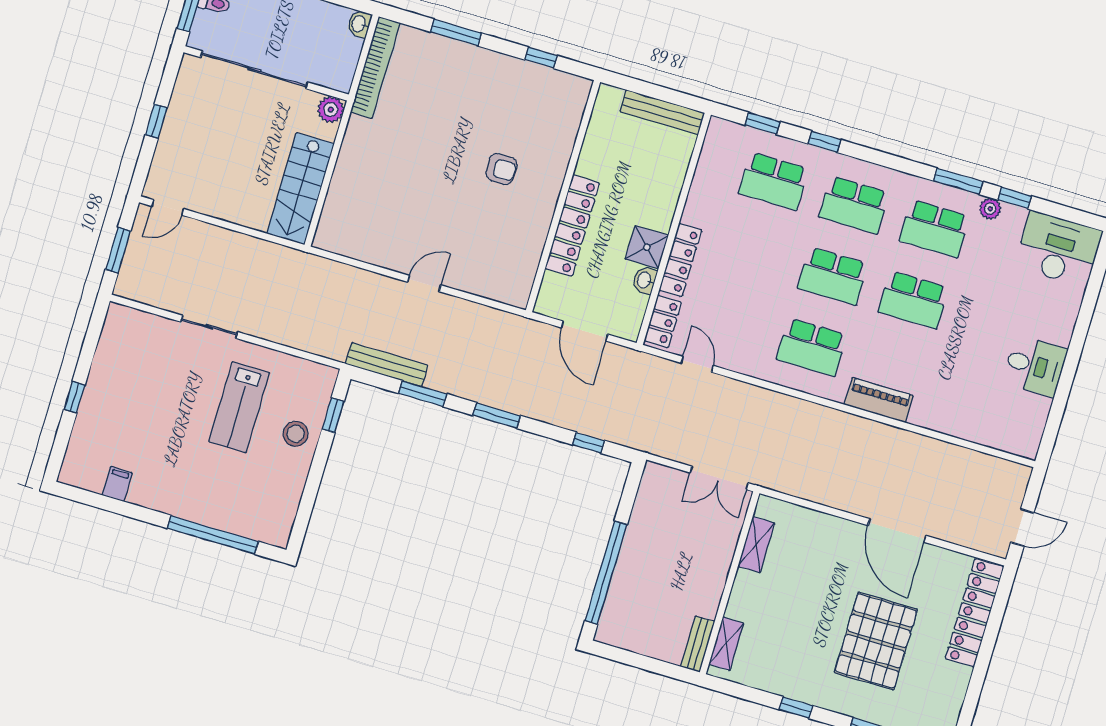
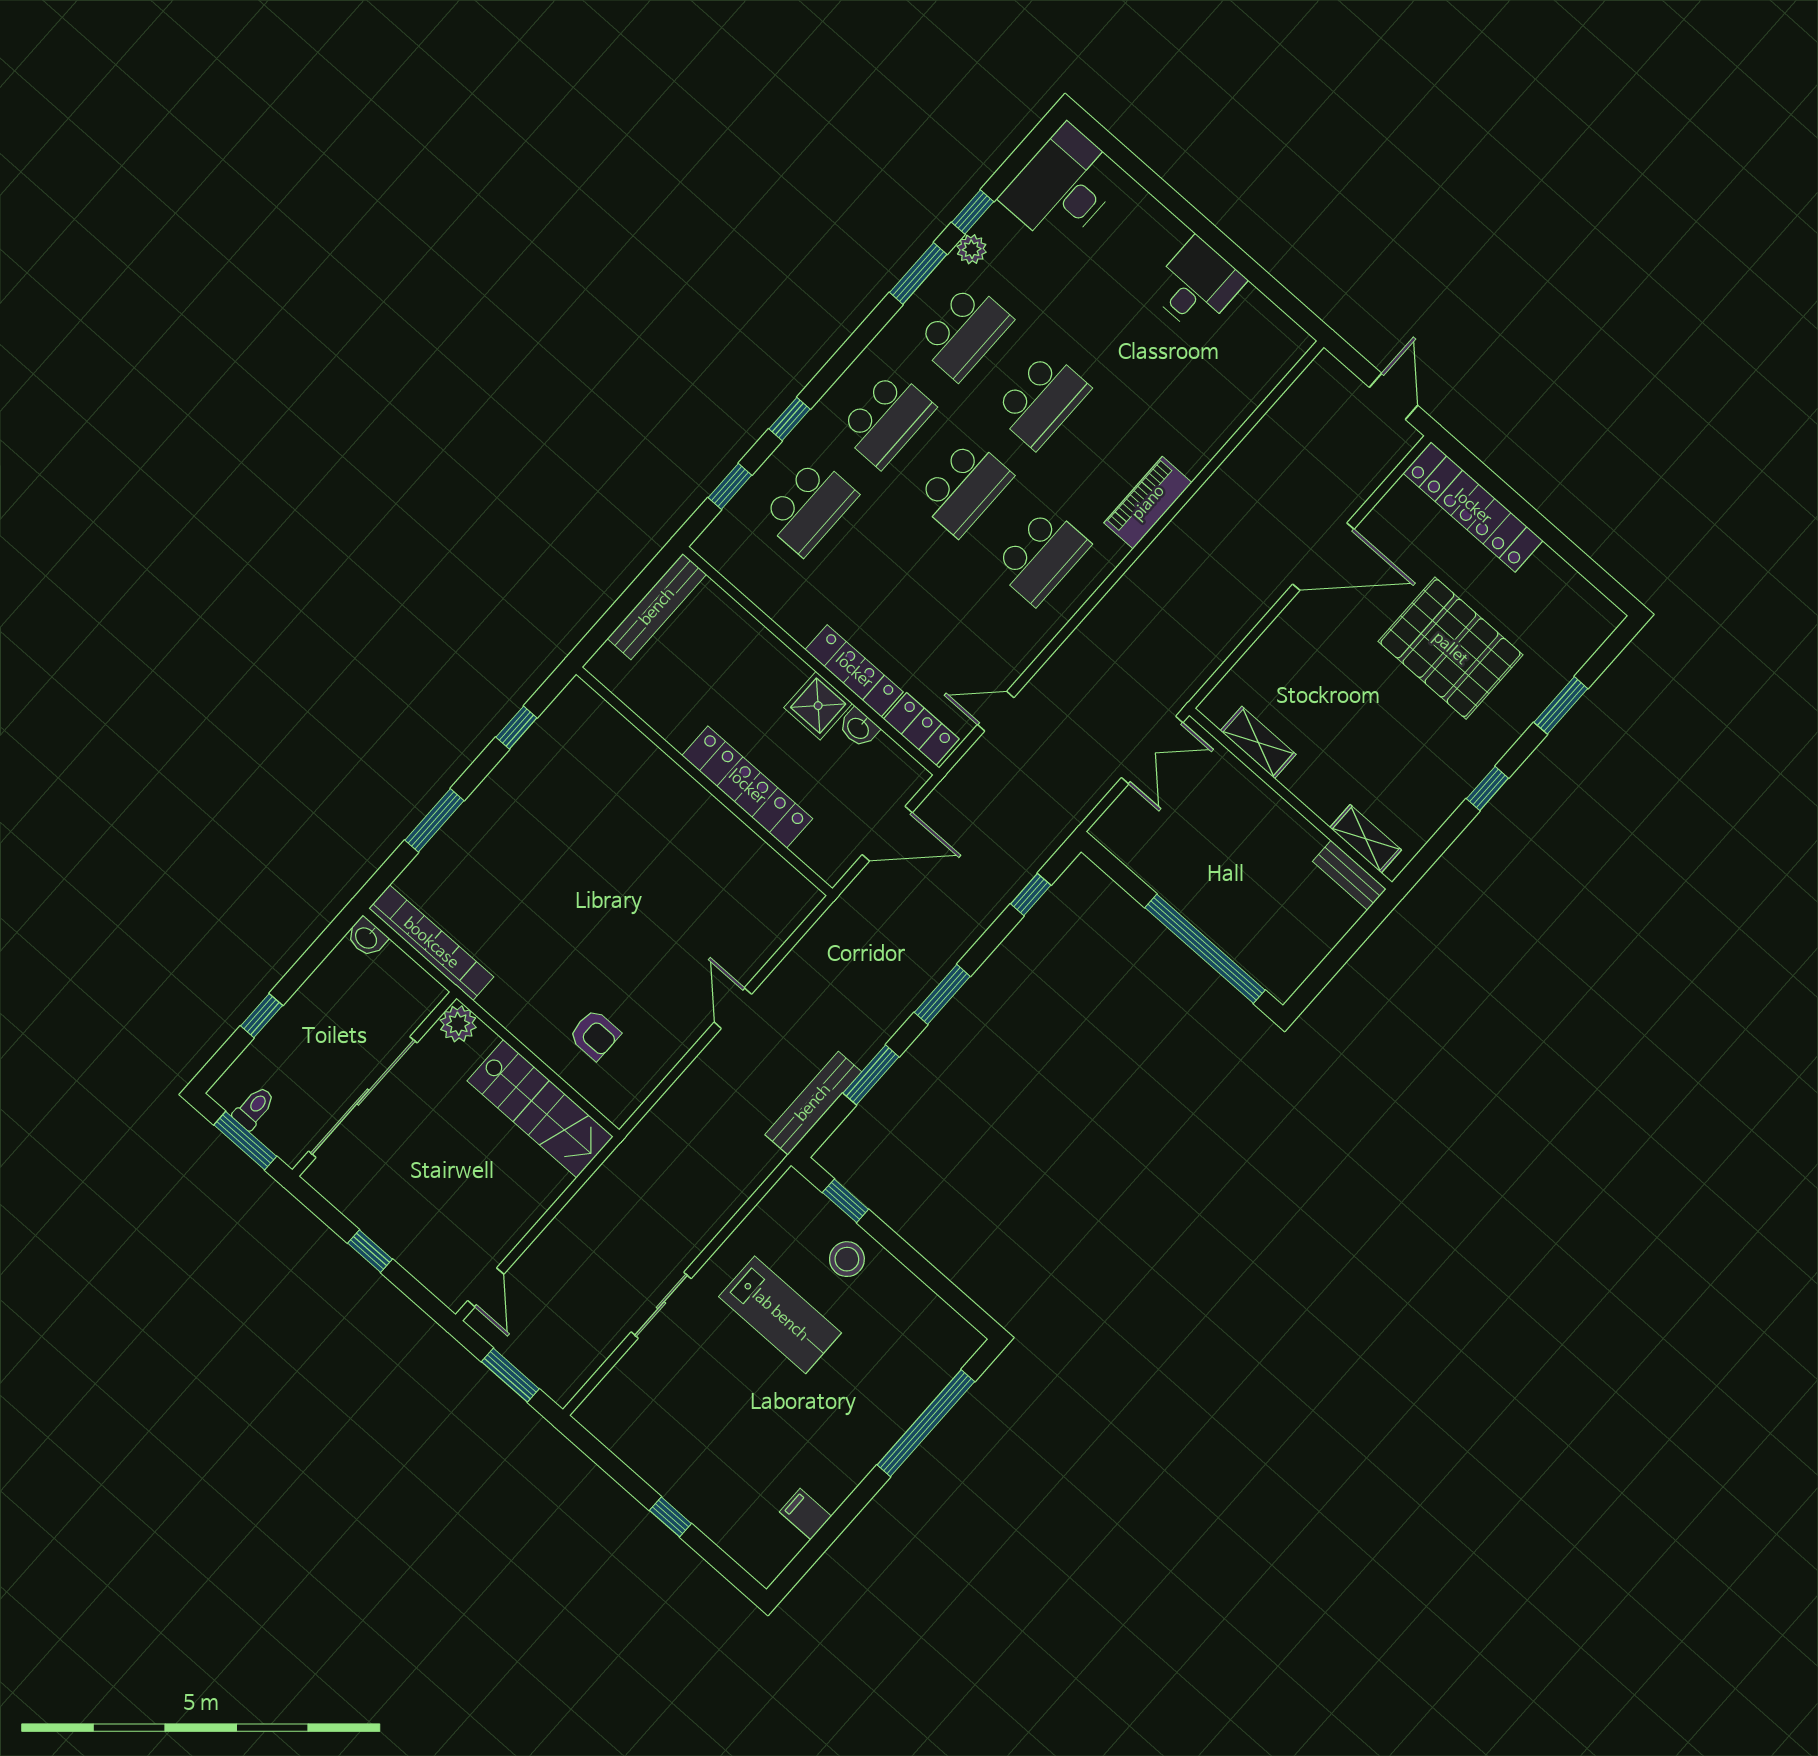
armchair: (501, 169) -> (595, 1035), moved, turned 90

